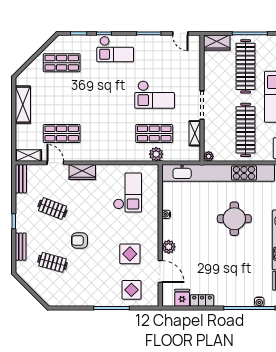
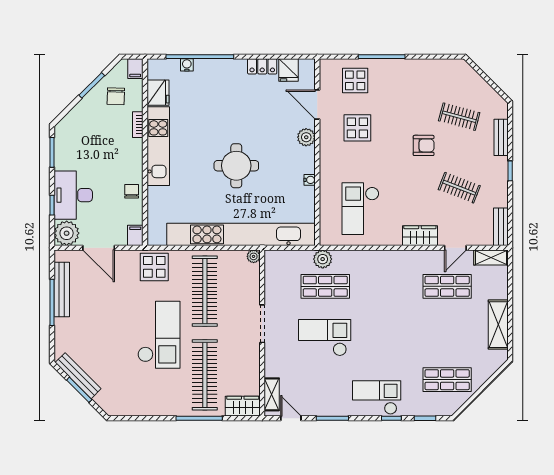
shelving: (195, 133) -> (272, 394), moved
door: (55, 163) -> (455, 248), hinge flipped
round table: (234, 219) -> (236, 166), moved

